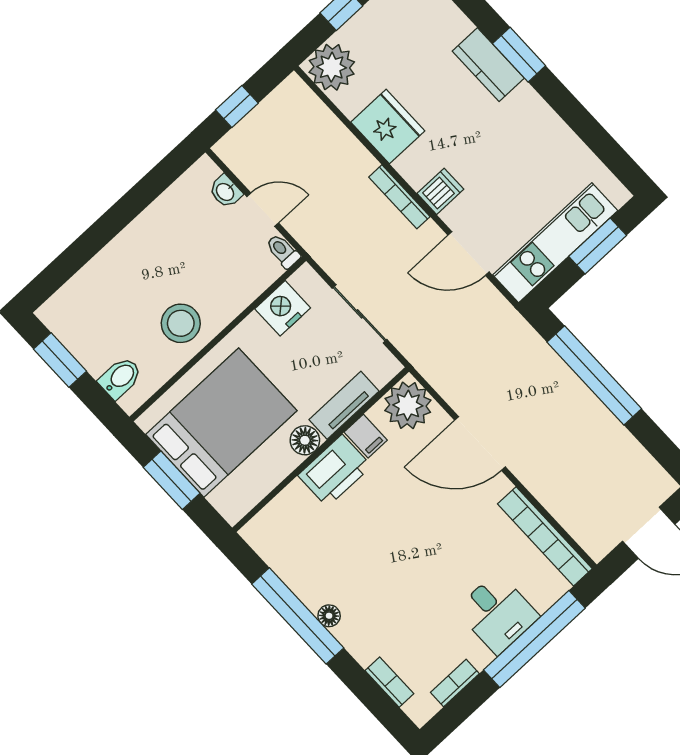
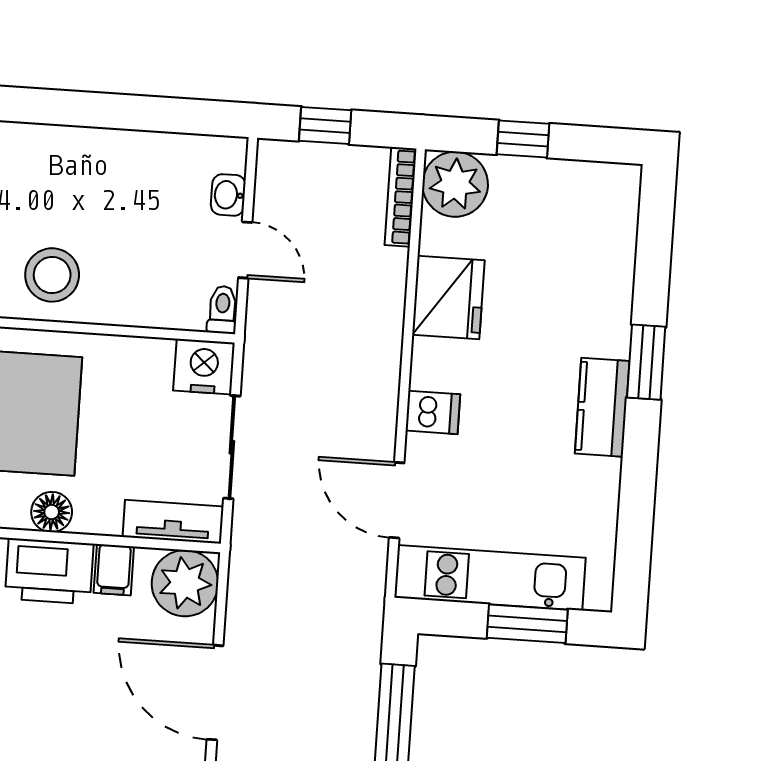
kitchen counter: (488, 65) -> (602, 407), moved
bookcase: (399, 197) -> (400, 197), moved
nightstand: (283, 308) -> (204, 367), moved
tv unit: (344, 405) -> (173, 522), moved

